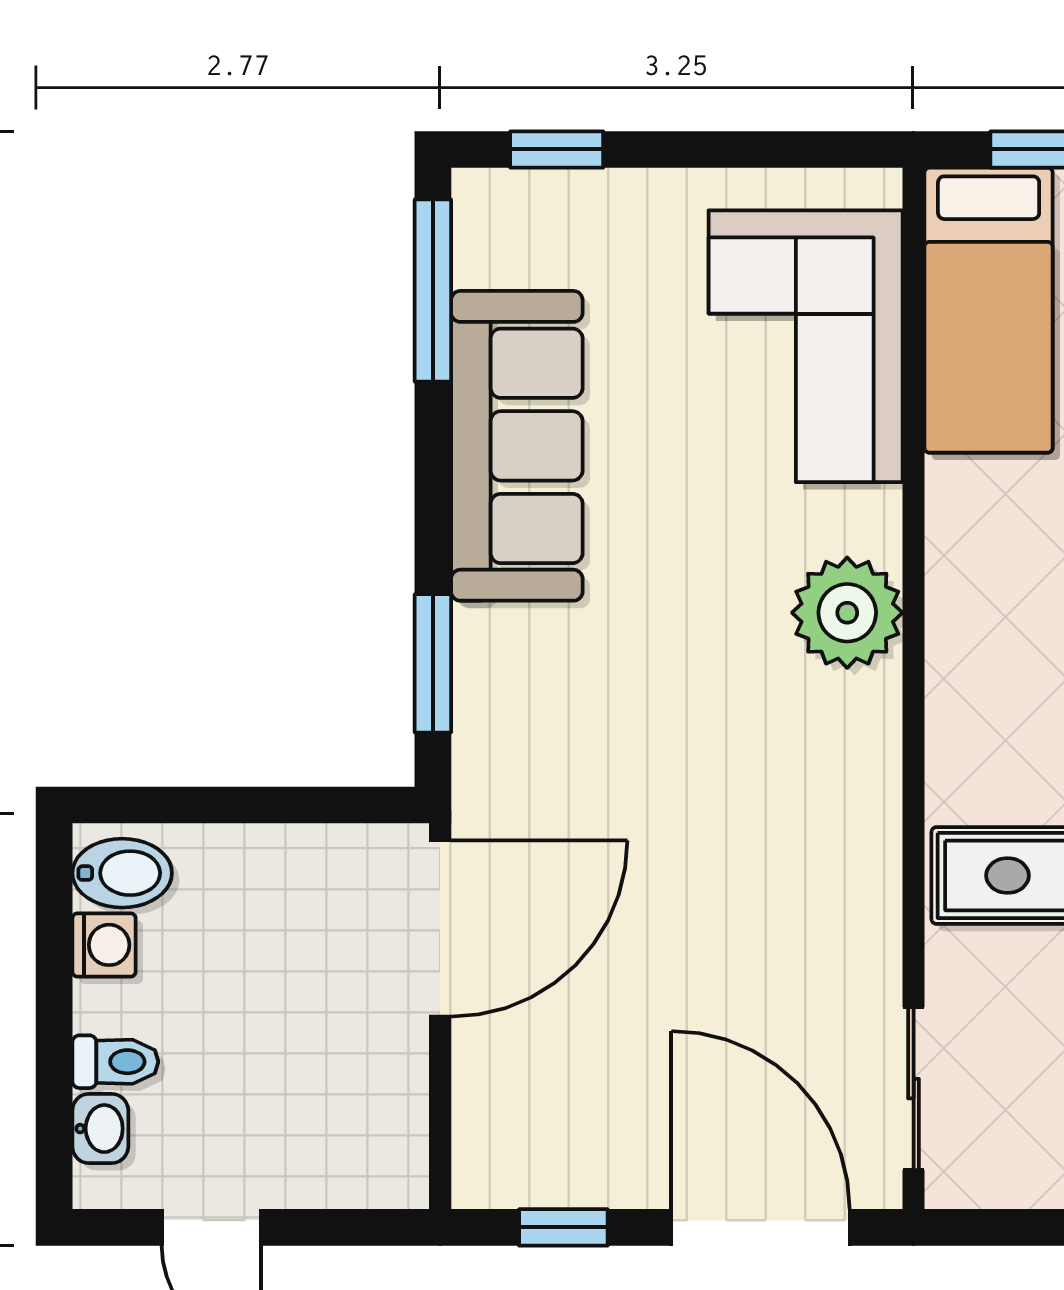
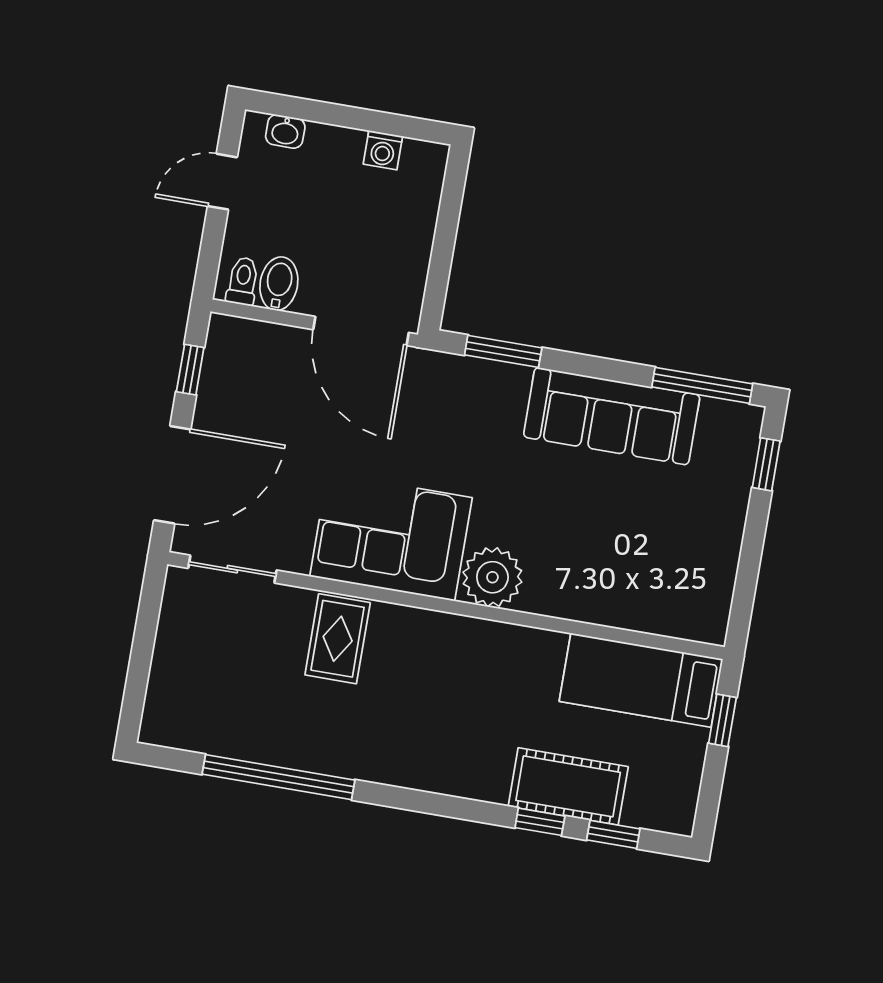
corner sofa: (806, 346) -> (391, 537), moved
bidet: (122, 873) -> (279, 284), moved, turned 180
toilet: (115, 1062) -> (243, 281), moved, turned 180

